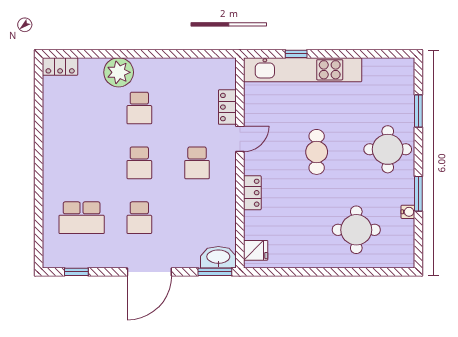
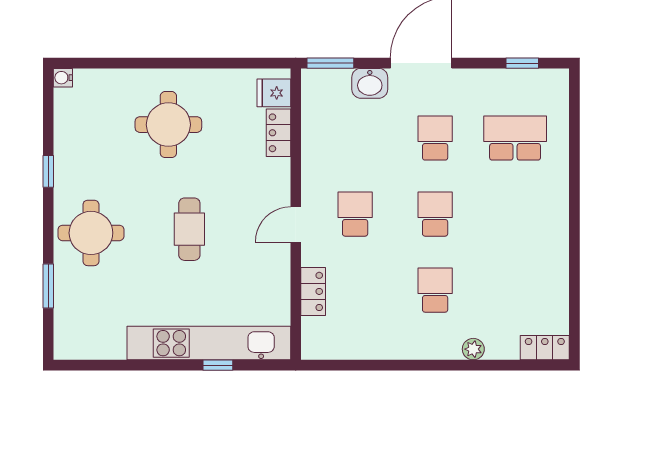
plant: (119, 72) -> (473, 349), width x0.53, depth x0.53
door: (240, 139) -> (296, 225), moved
locker: (252, 193) -> (278, 133), moved
window: (418, 194) -> (48, 171), width x0.67
water cooler: (408, 212) -> (63, 78), moved
round table: (356, 230) -> (168, 125), moved
washbasin: (218, 257) -> (370, 83), moved, width x0.72

